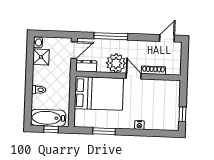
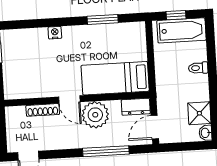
bed: (99, 93) -> (115, 78), width x0.67

